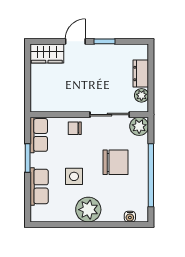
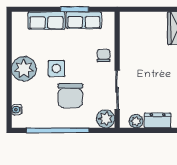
row of seats: (39, 135) -> (84, 20), moved
side table: (74, 176) -> (56, 68), moved

